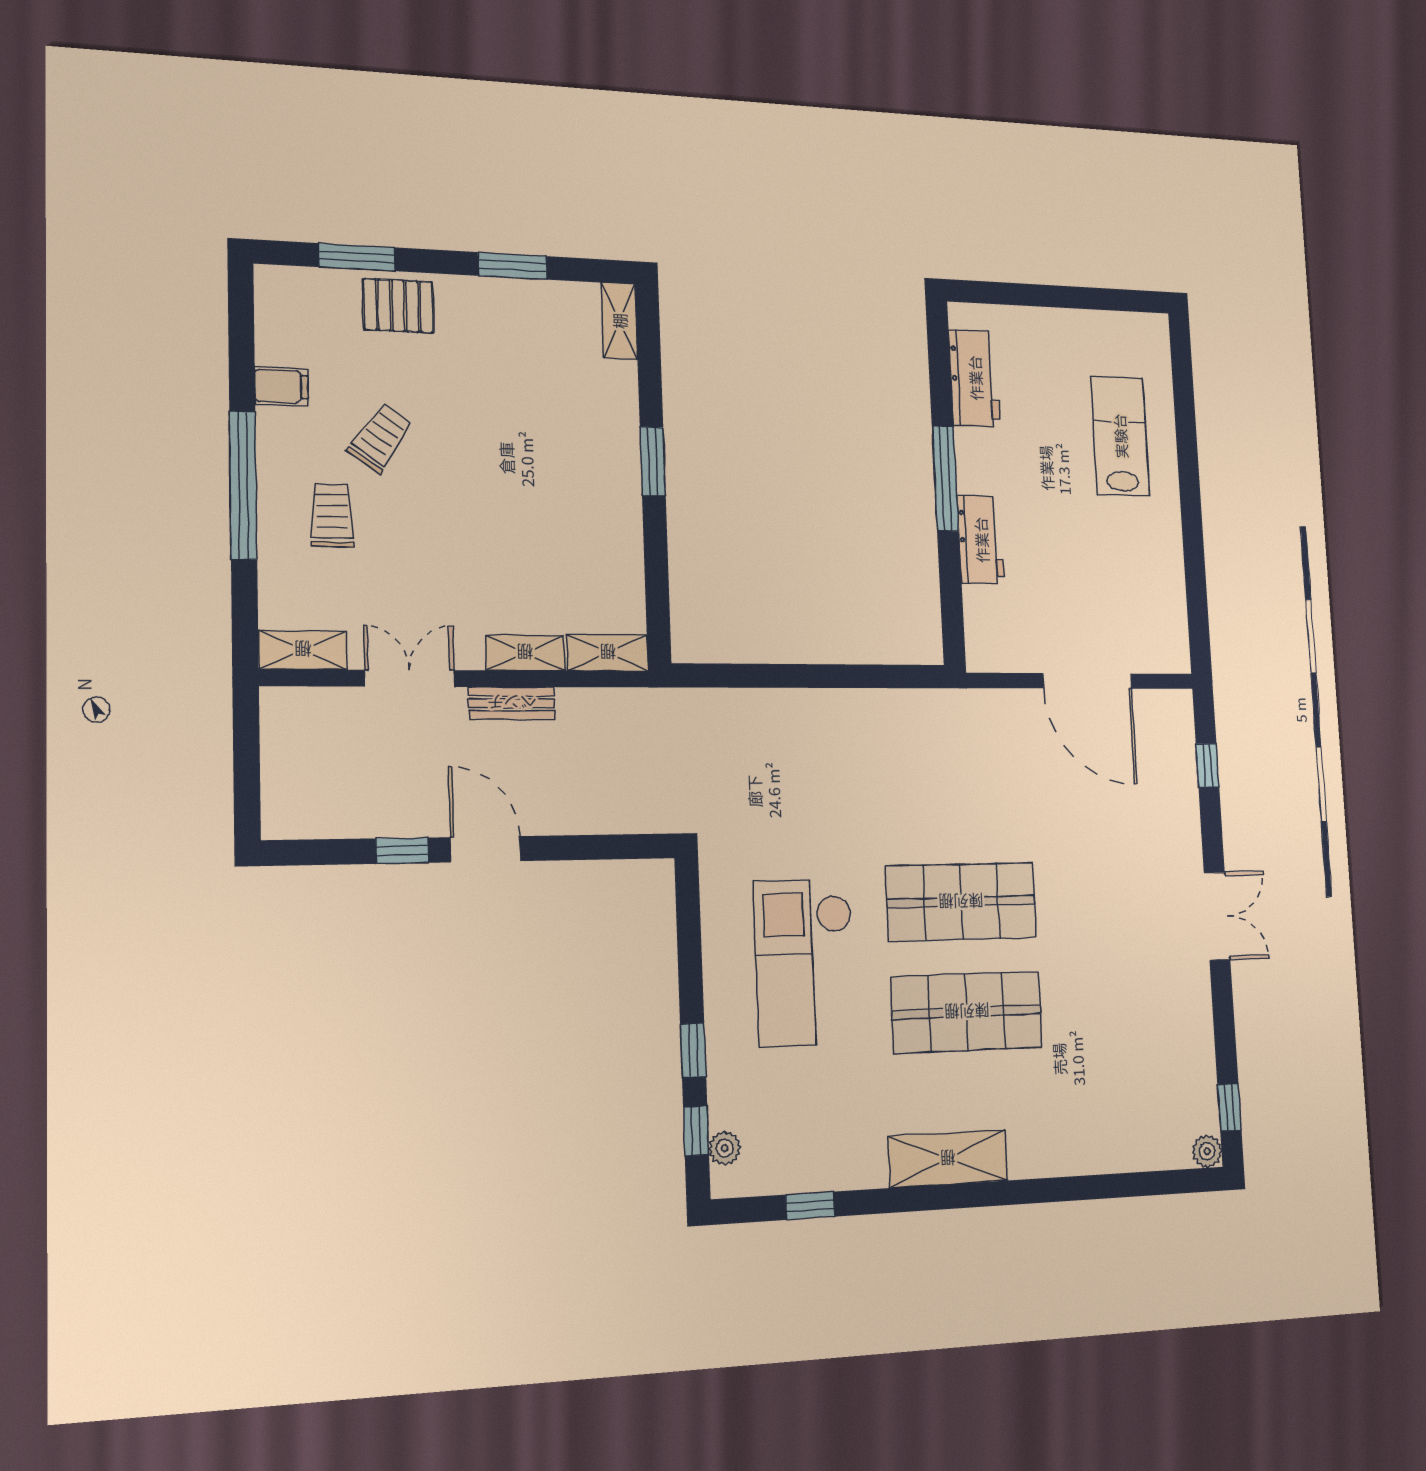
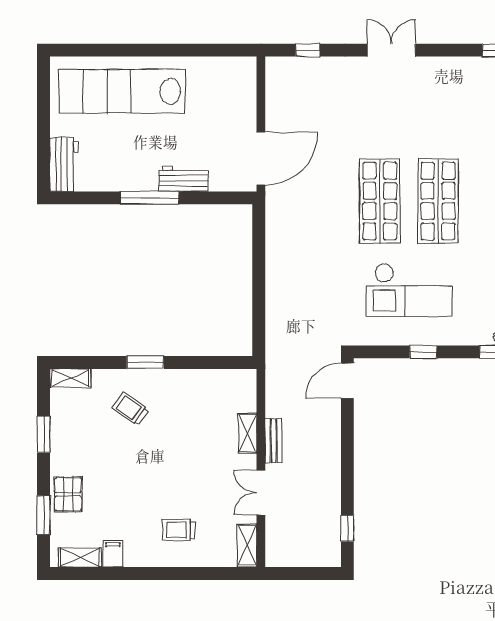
workbench: (975, 378) -> (64, 164), moved, turned 90
lab bench: (1120, 436) -> (122, 91), width x1.86, depth x1.39
trolley: (380, 438) -> (130, 409), moved
window: (243, 485) -> (164, 573), removed
shelving: (608, 653) -> (80, 558), moved, turned 90
door: (1087, 681) -> (261, 158), moved
door: (485, 849) -> (347, 381), moved
window: (402, 851) -> (347, 528), moved
window: (693, 1050) -> (423, 352), moved

